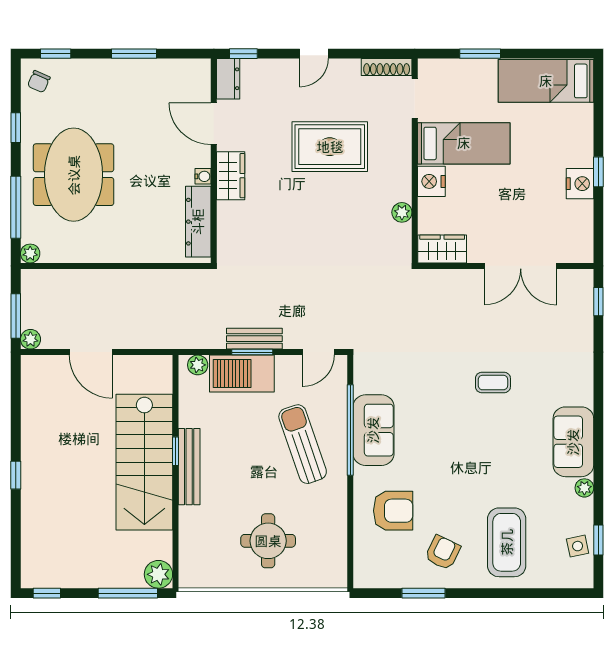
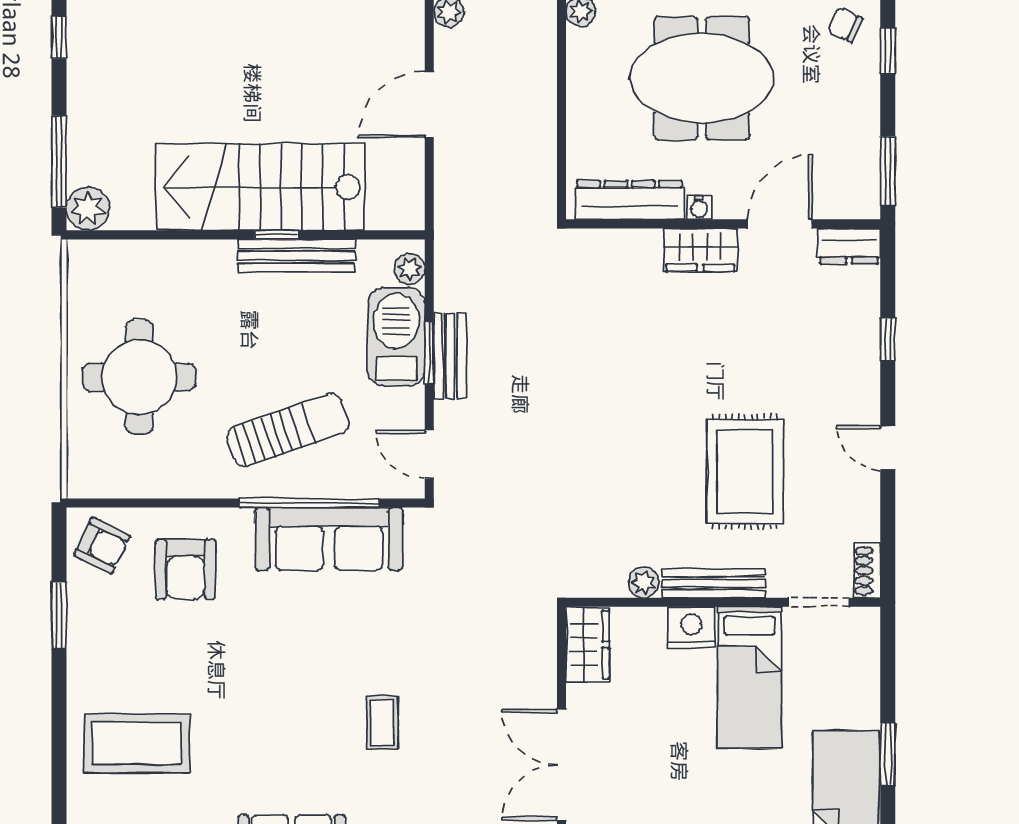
window: (480, 54) -> (888, 754), moved
shoe rack: (387, 67) -> (867, 571), width x0.70
dresser: (228, 79) -> (849, 246), moved
door: (214, 124) -> (780, 224), moved
wall: (214, 161) -> (723, 224), moved
bench: (402, 167) -> (714, 583), added
water cooler: (203, 176) -> (699, 207), moved
wardrobe: (231, 176) -> (700, 250), moved
dresser: (198, 222) -> (630, 200), moved
sofa: (373, 430) -> (329, 539), width x1.36
bench: (189, 467) -> (296, 256), moved
round table: (268, 541) -> (139, 377), width x1.36, depth x1.36
armchair: (443, 553) -> (102, 545), moved

